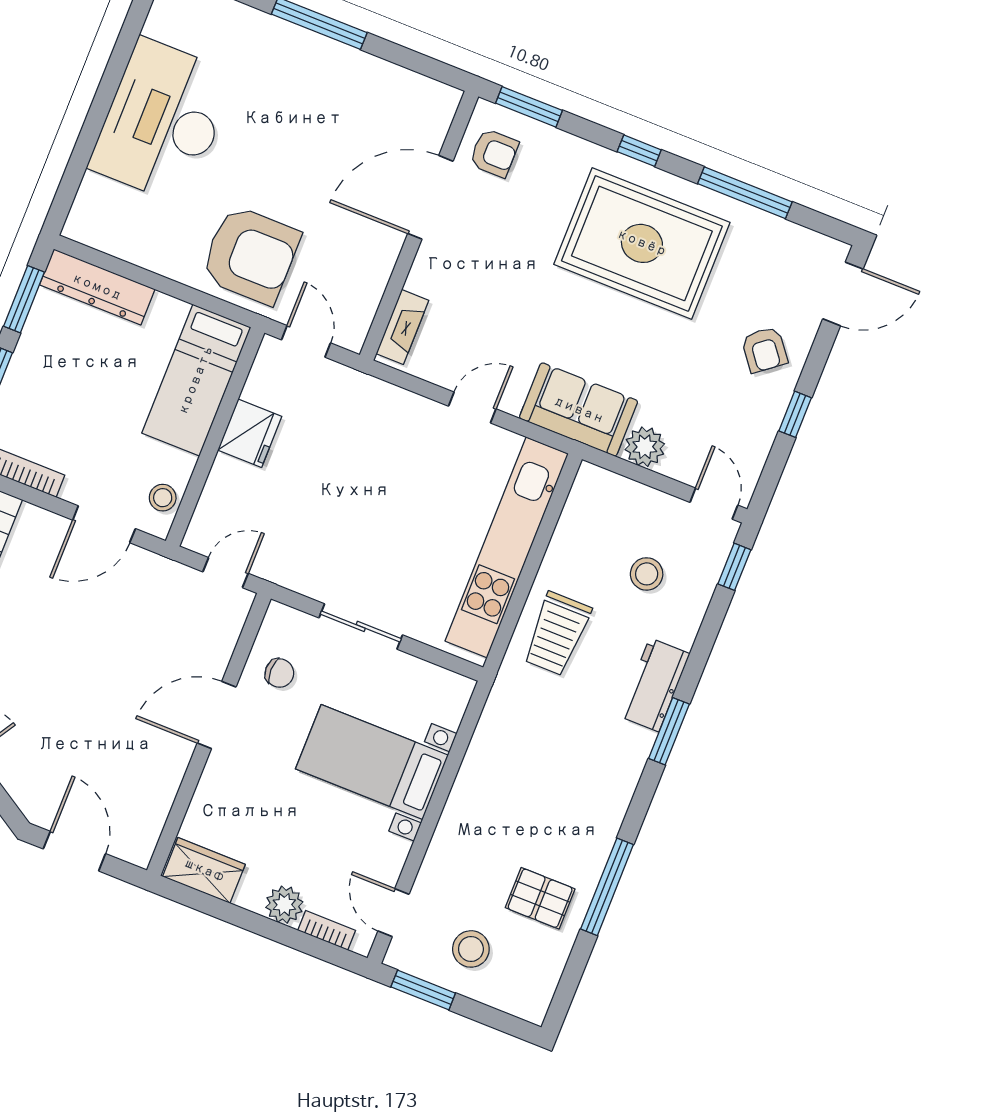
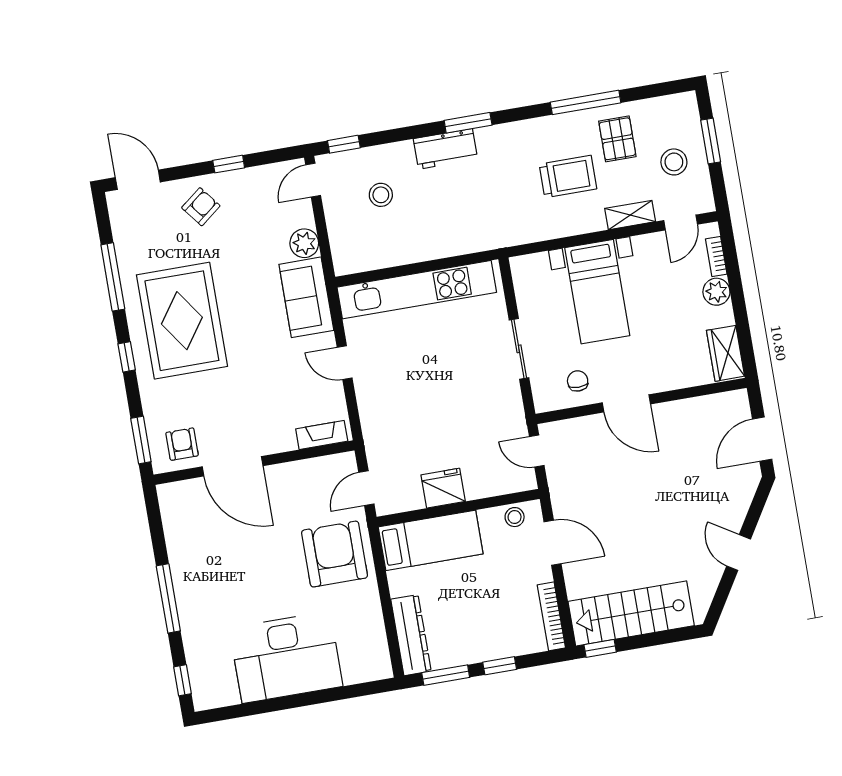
trolley: (557, 634) -> (568, 176), moved
shelving: (439, 858) -> (630, 215), added
window: (423, 990) -> (711, 141), moved

